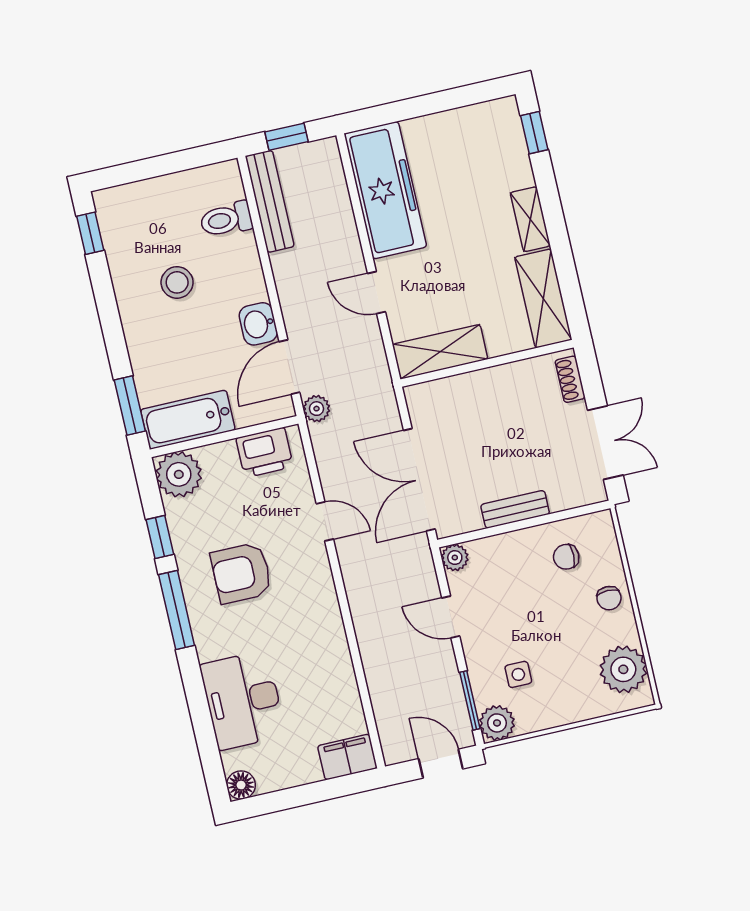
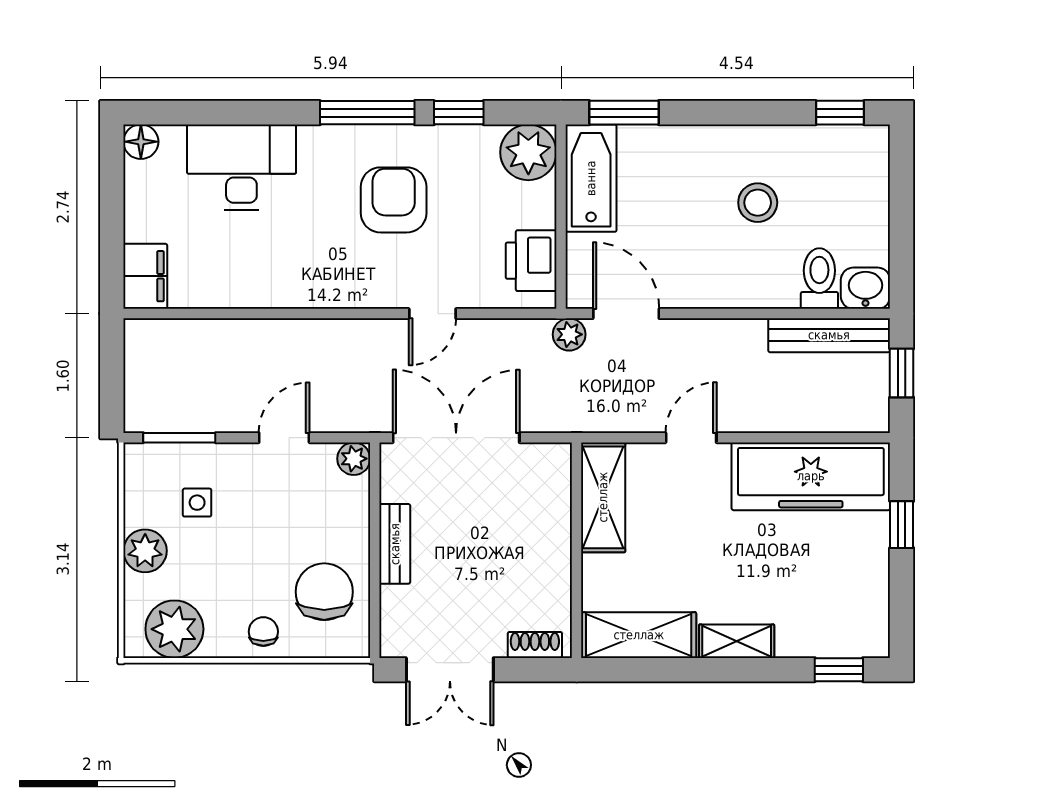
window: (407, 109) -> (902, 525), added
washbasin: (258, 324) -> (865, 288), moved
chair: (566, 557) -> (324, 592), width x1.87, depth x1.87
chair: (609, 598) -> (263, 632), turned 90
plant: (497, 723) -> (145, 551), moved
door: (441, 764) -> (112, 386), removed

